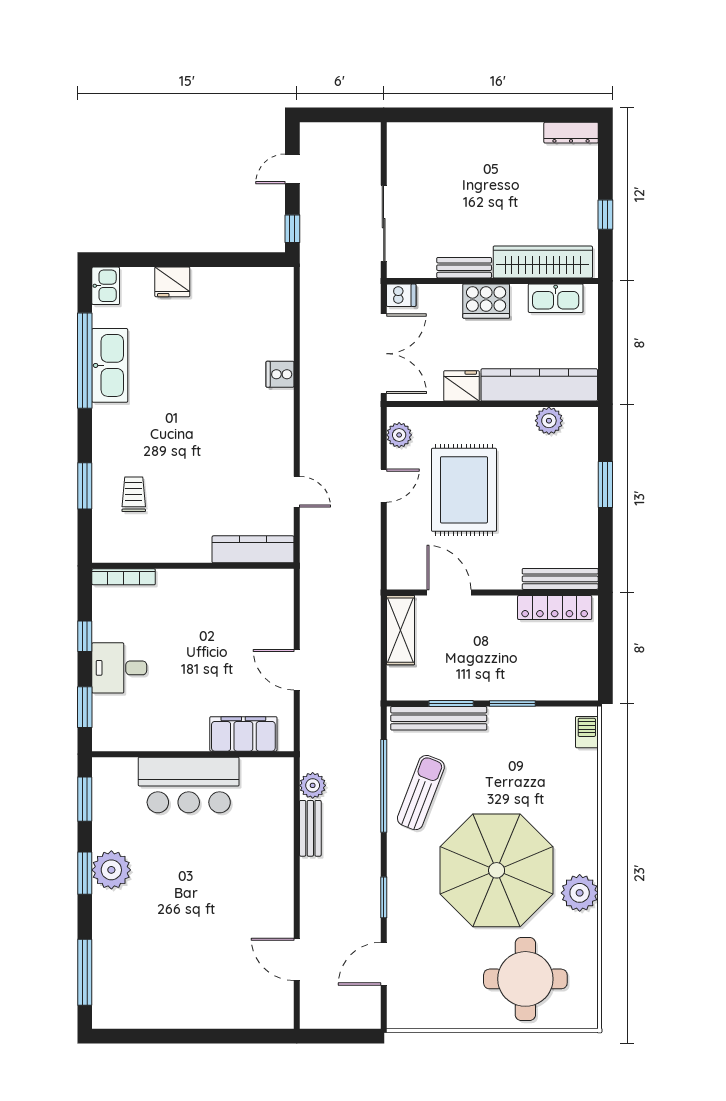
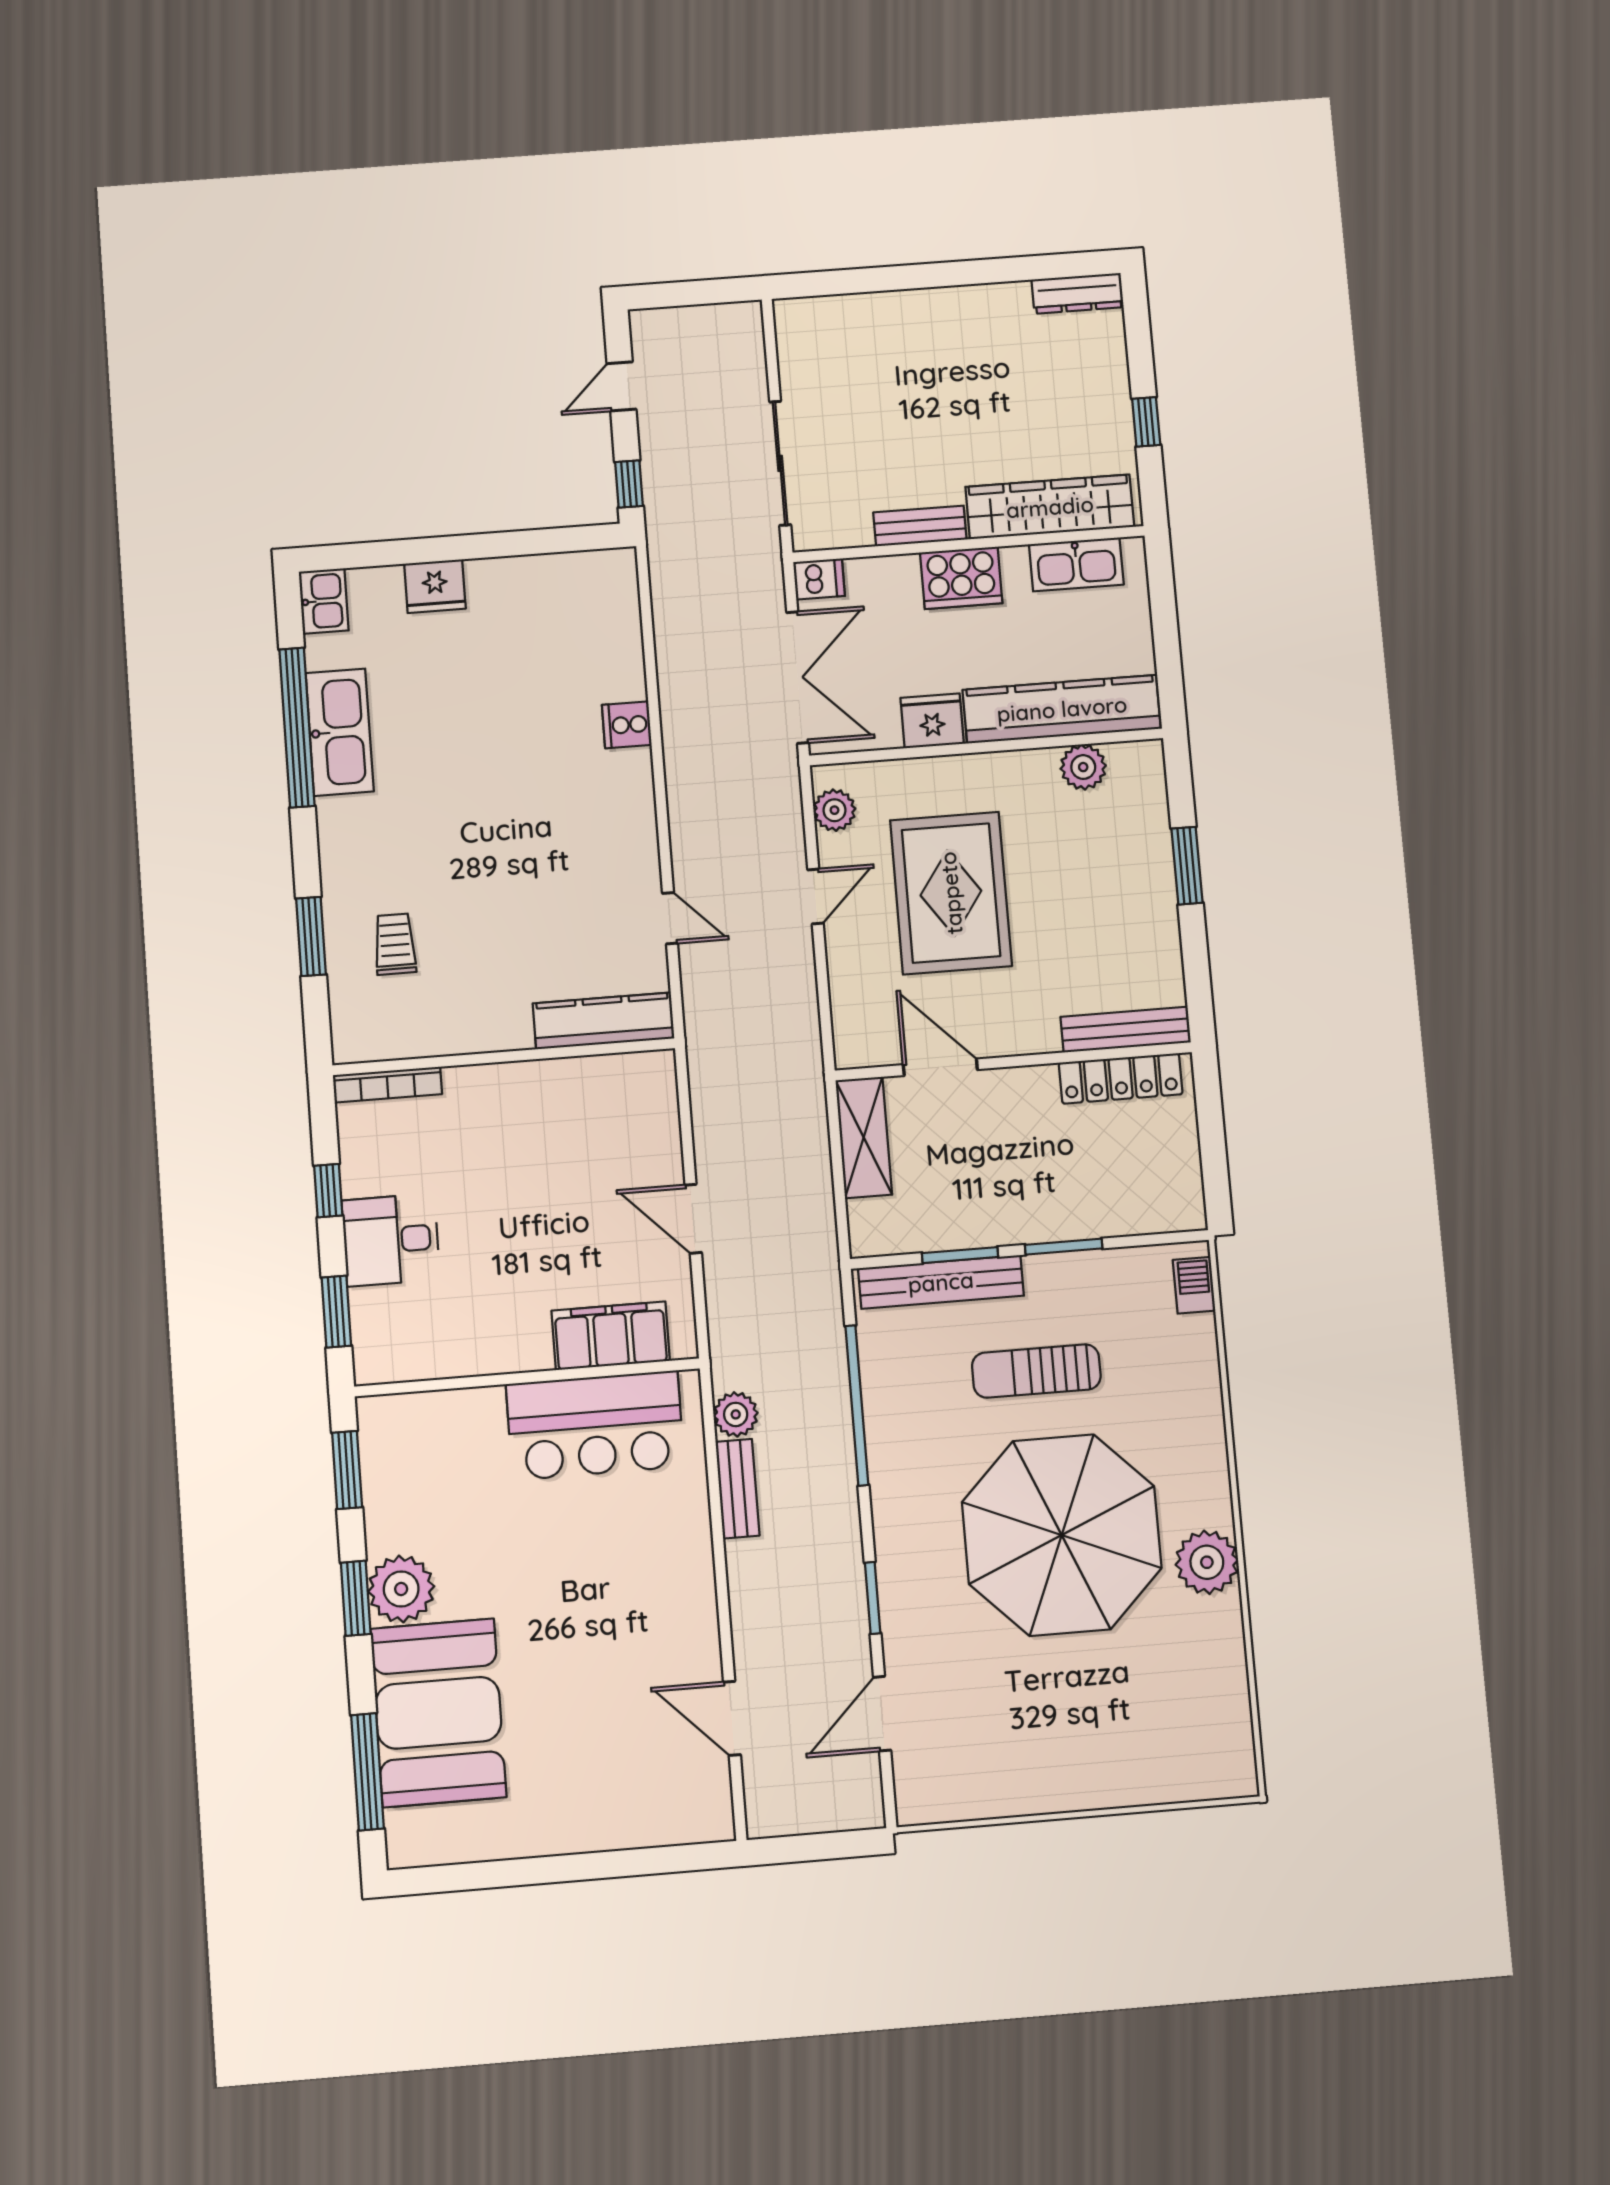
bar counter: (189, 785) -> (595, 1425), moved
sun lounger: (421, 793) -> (1036, 1371), moved, turned -111
booth: (128, 942) -> (438, 1713), added
round table: (525, 979) -> (1128, 1720), removed

